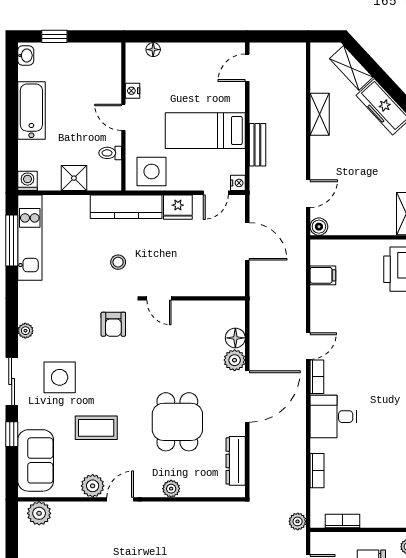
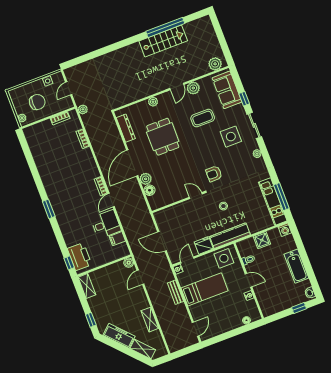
armchair: (113, 324) -> (214, 174), turned -90
desk: (333, 417) -> (106, 224), moved

